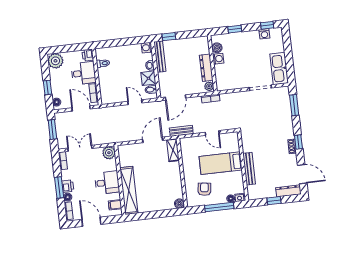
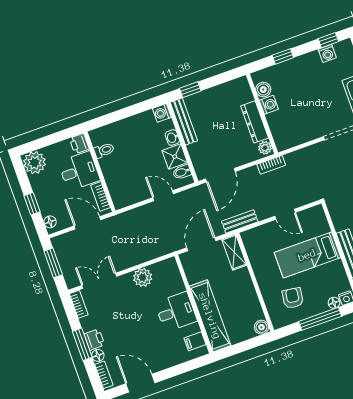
wall: (120, 180) -> (194, 304), moved
desk: (107, 183) -> (176, 312), moved
shelving: (129, 190) -> (210, 316), moved
filing cabinet: (115, 205) -> (195, 341), moved

